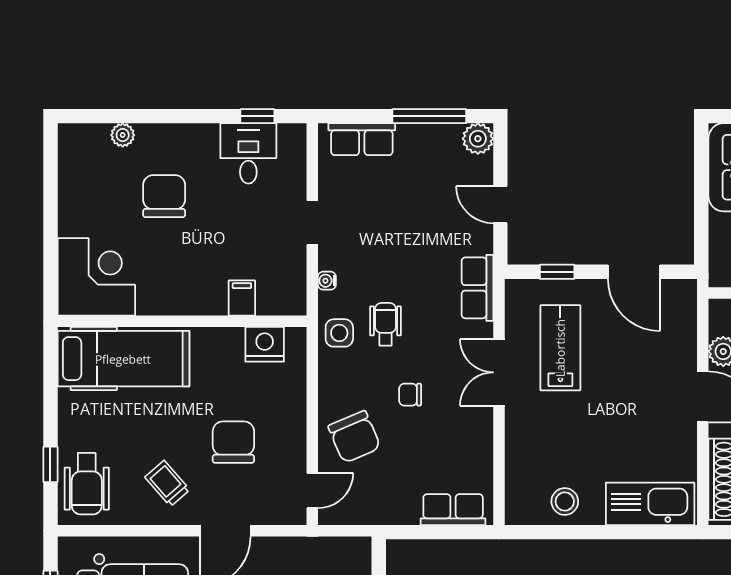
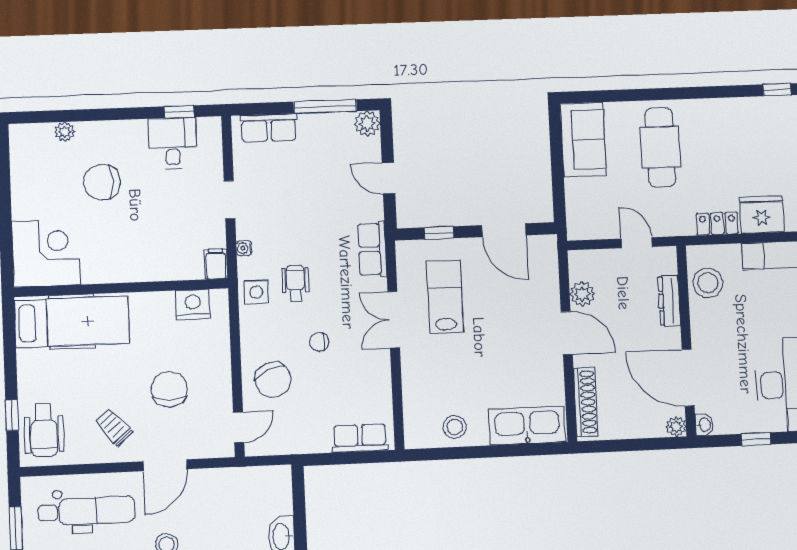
chair: (164, 196) -> (102, 182), turned -90
filing cabinet: (242, 298) -> (216, 264), moved

